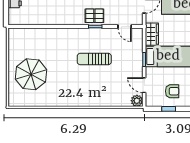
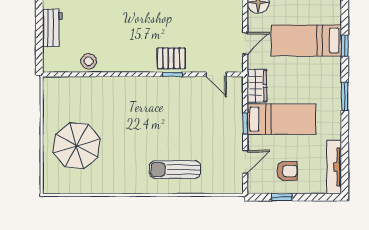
stool: (39, 18) -> (89, 61), added
sun lounger: (94, 59) -> (175, 170), moved
door: (144, 85) -> (245, 162), swing flipped
plant: (137, 101) -> (234, 185), removed

